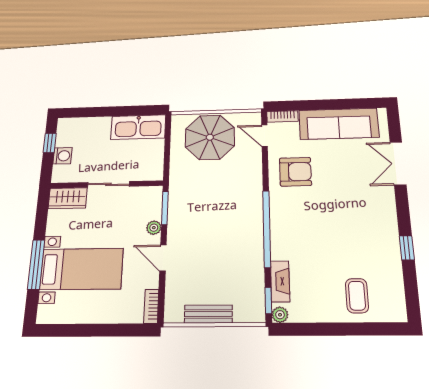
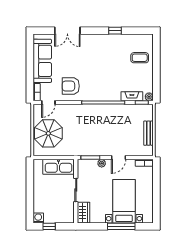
kitchen sink: (138, 127) -> (58, 167), moved, turned 90
washing machine: (62, 156) -> (38, 218), moved
armchair: (295, 172) -> (71, 86), turned -90

